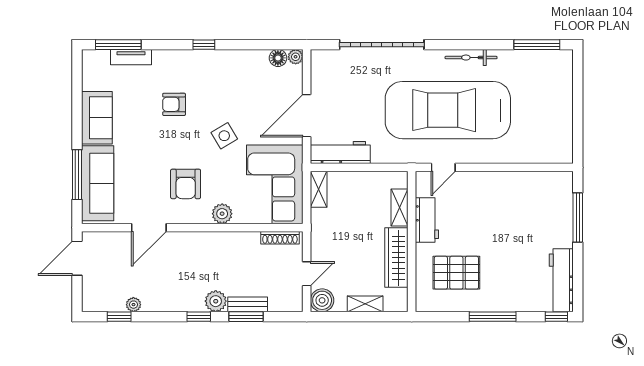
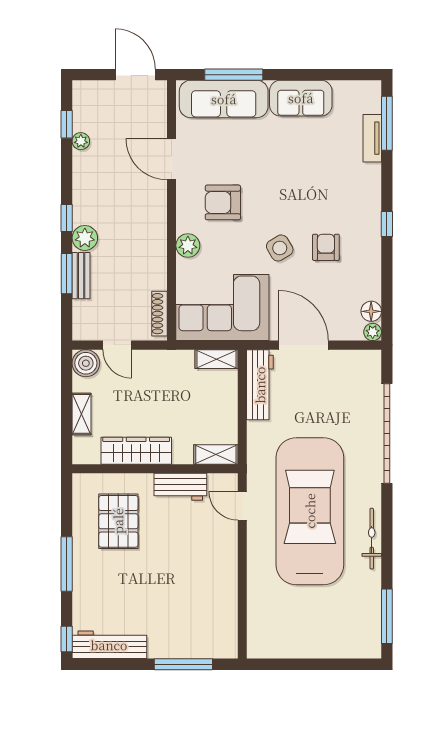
armchair: (174, 104) -> (326, 247), moved
shelving: (400, 208) -> (216, 455), moved

